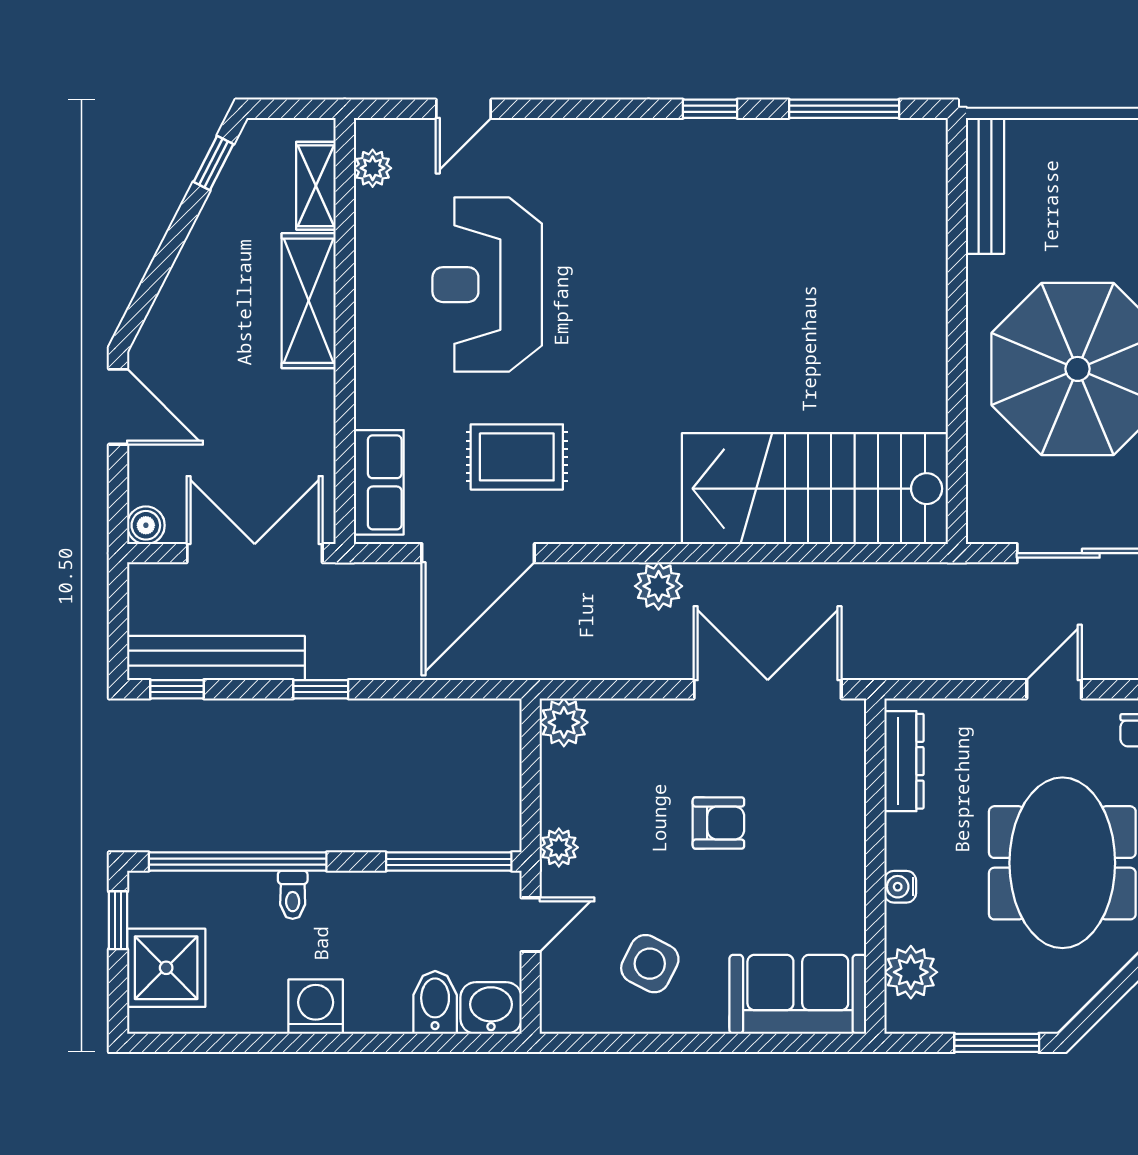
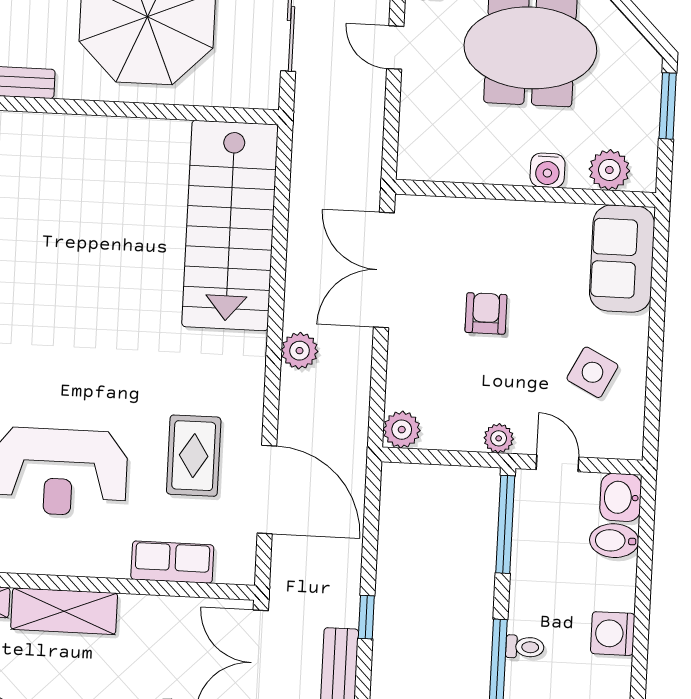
row of seats: (379, 482) -> (172, 562), moved
dresser: (904, 761) -> (445, 167), removed
water cooler: (900, 887) -> (548, 170), width x1.38, depth x1.38

